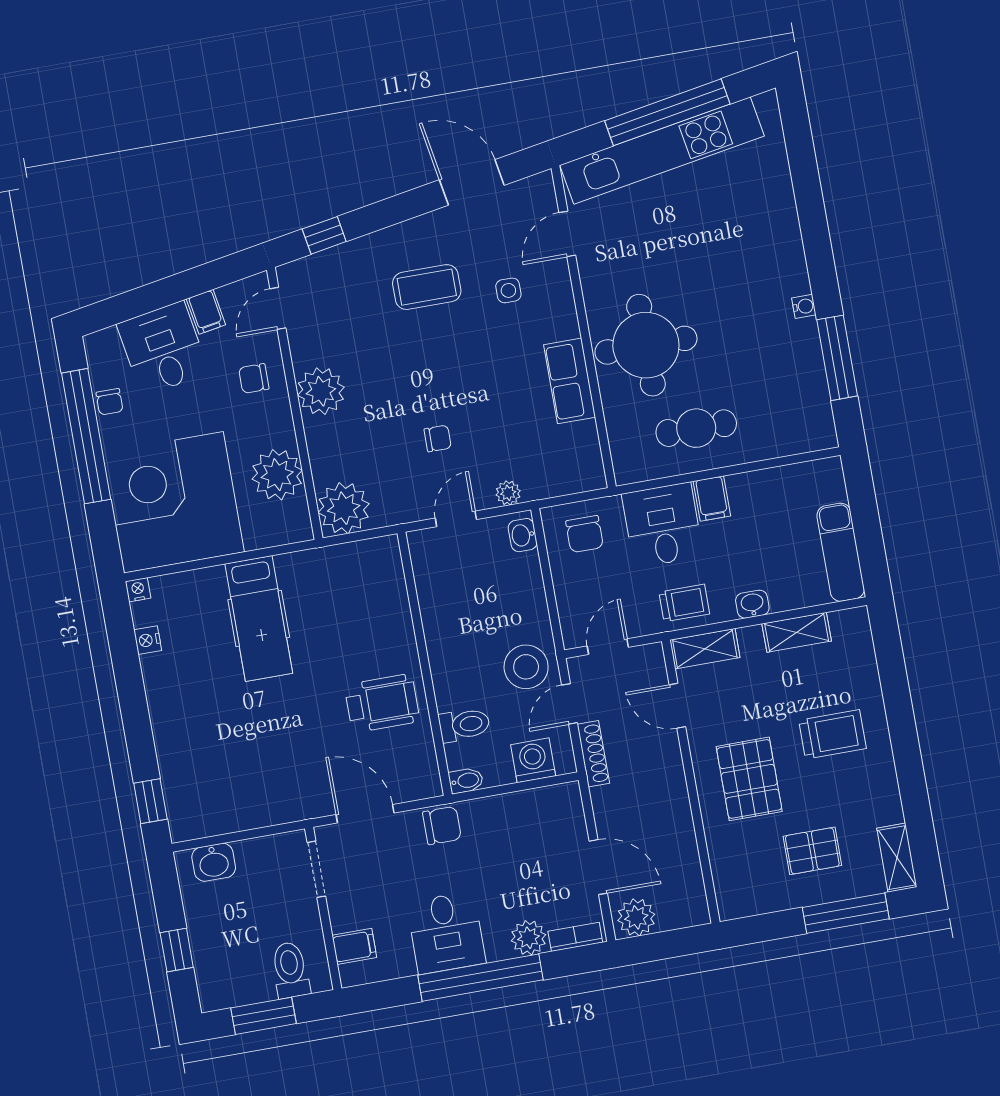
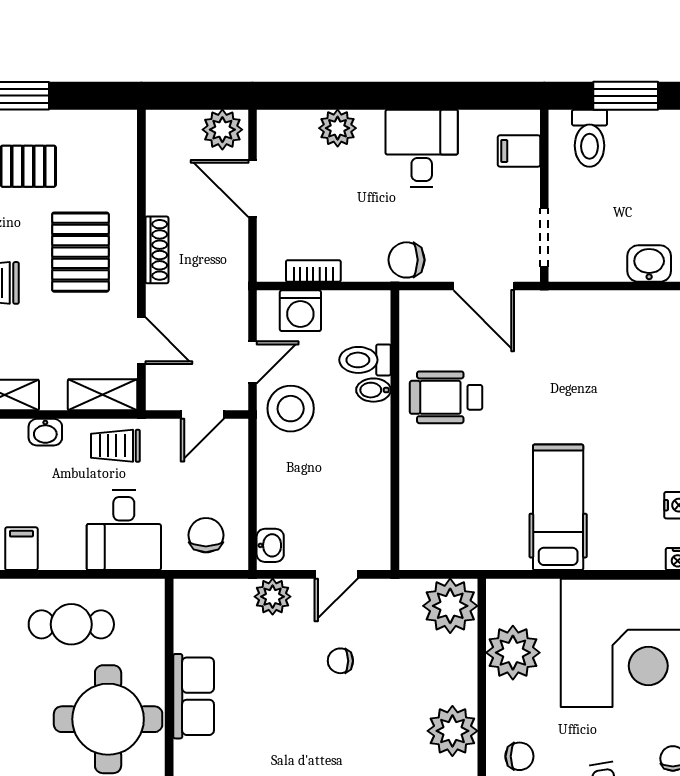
plant: (508, 493) -> (273, 597), width x1.38, depth x1.38
filing cabinet: (712, 499) -> (21, 549), moved
shoe rack: (593, 754) -> (157, 250), moved, turned 180
bidet: (466, 781) -> (374, 390), moved
bookcase: (575, 937) -> (313, 271), moved, turned 180
window: (480, 978) -> (394, 96), removed

